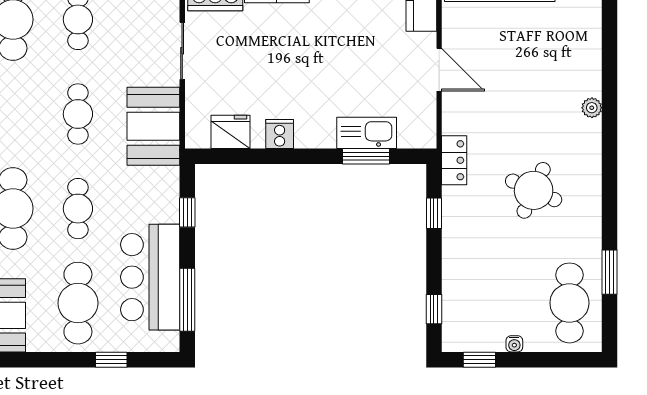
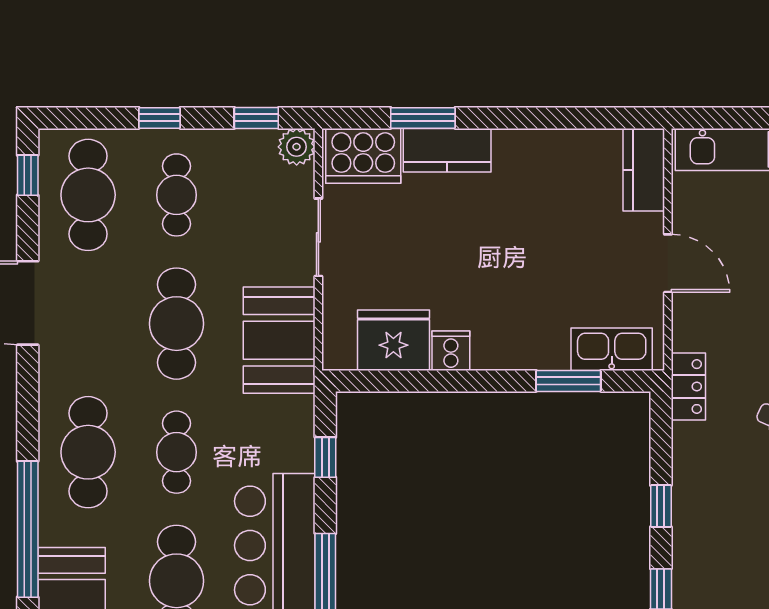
cafe table: (78, 114) -> (177, 324), width x1.37, depth x1.35
fridge: (230, 132) -> (393, 340), width x1.36, depth x1.34
kitchen sink: (367, 133) -> (612, 349), moved
window: (434, 213) -> (661, 506), moved

